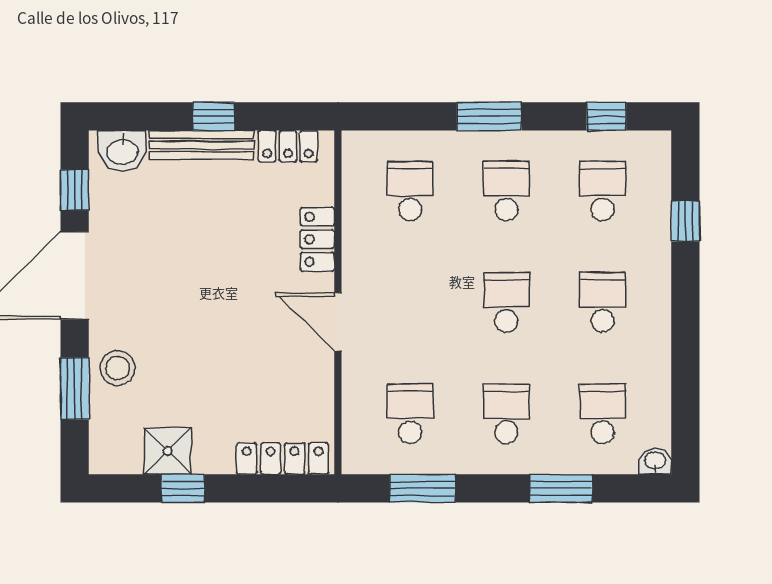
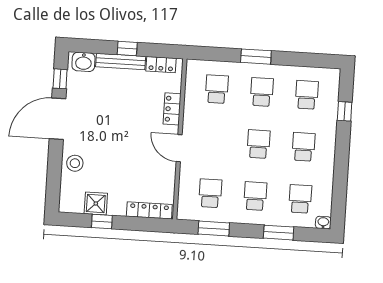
window: (606, 116) -> (311, 60), removed
window: (75, 388) -> (54, 172), removed

